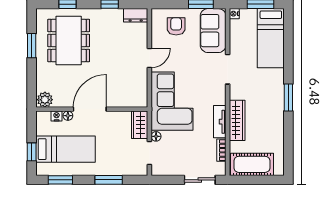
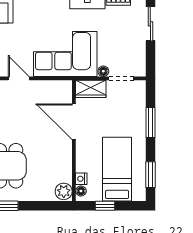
door: (90, 109) -> (74, 122), moved
floor lamp: (68, 116) -> (81, 191), moved
window: (32, 152) -> (105, 206), moved

